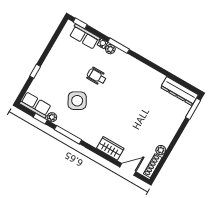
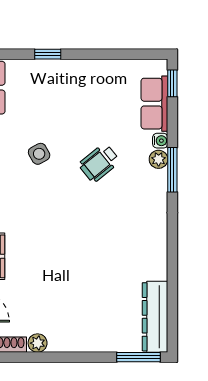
wheelchair: (97, 76) -> (99, 163), turned -129
side table: (77, 101) -> (39, 154), width x0.54, depth x0.54

